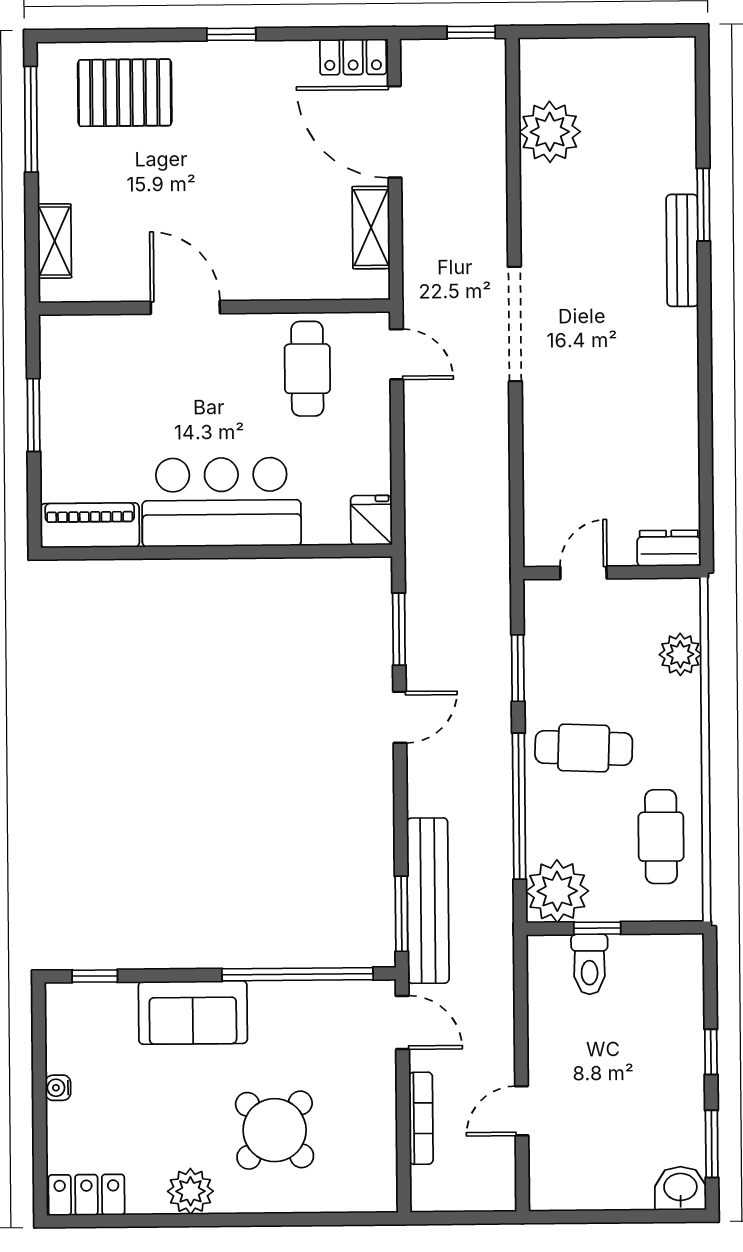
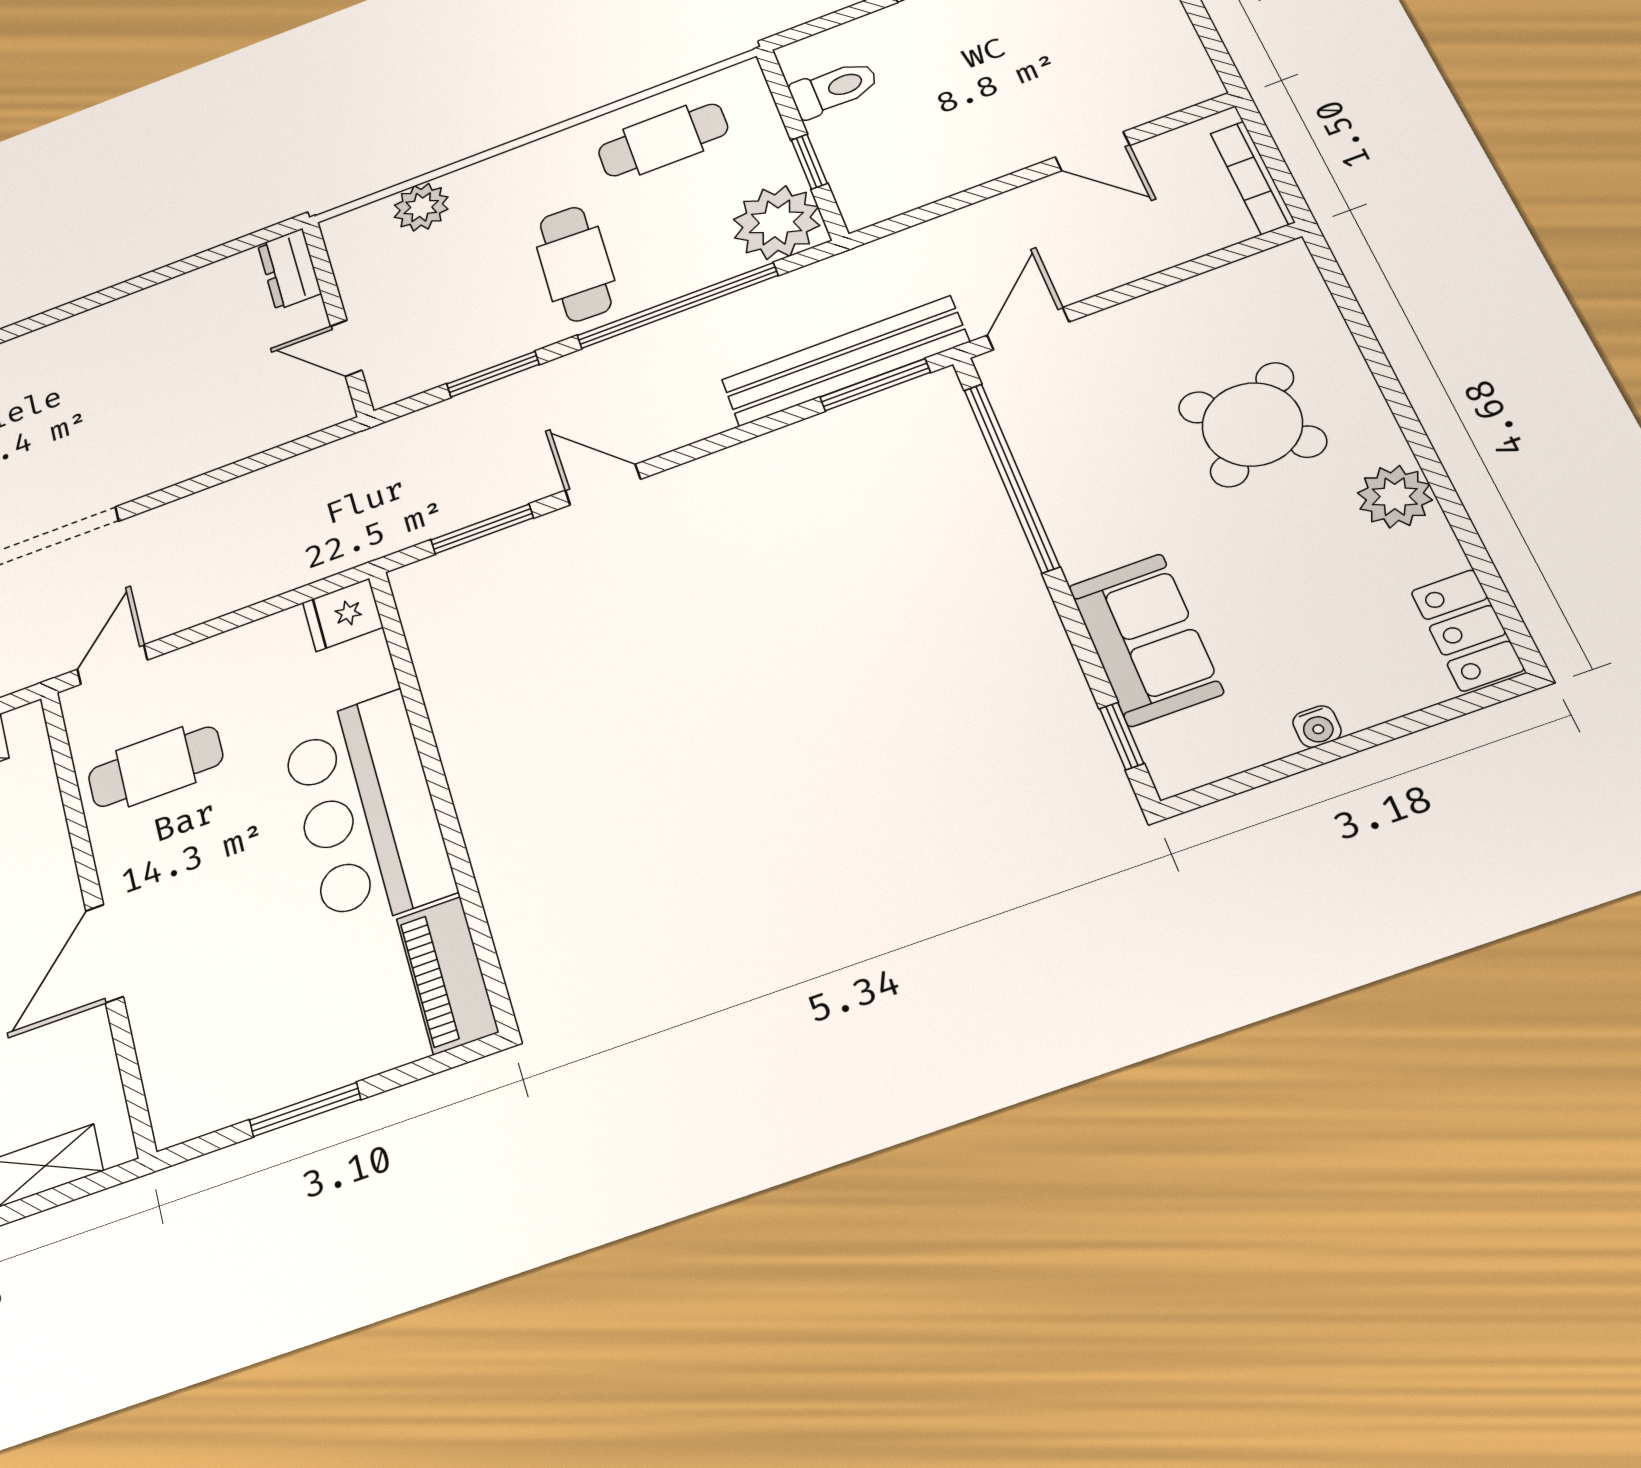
toilet: (589, 964) -> (834, 89), moved
sofa: (193, 1012) -> (1145, 640), moved
bookcase: (421, 1118) -> (1252, 178), moved, turned -90

